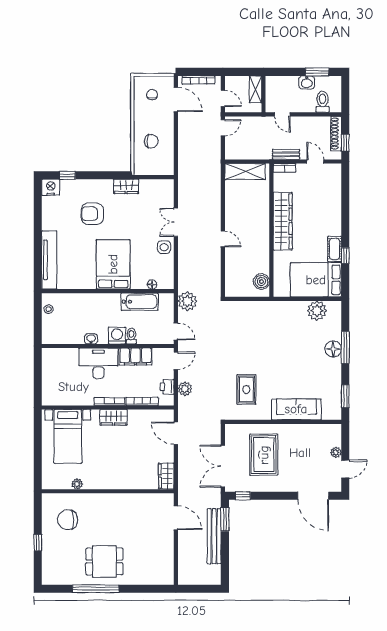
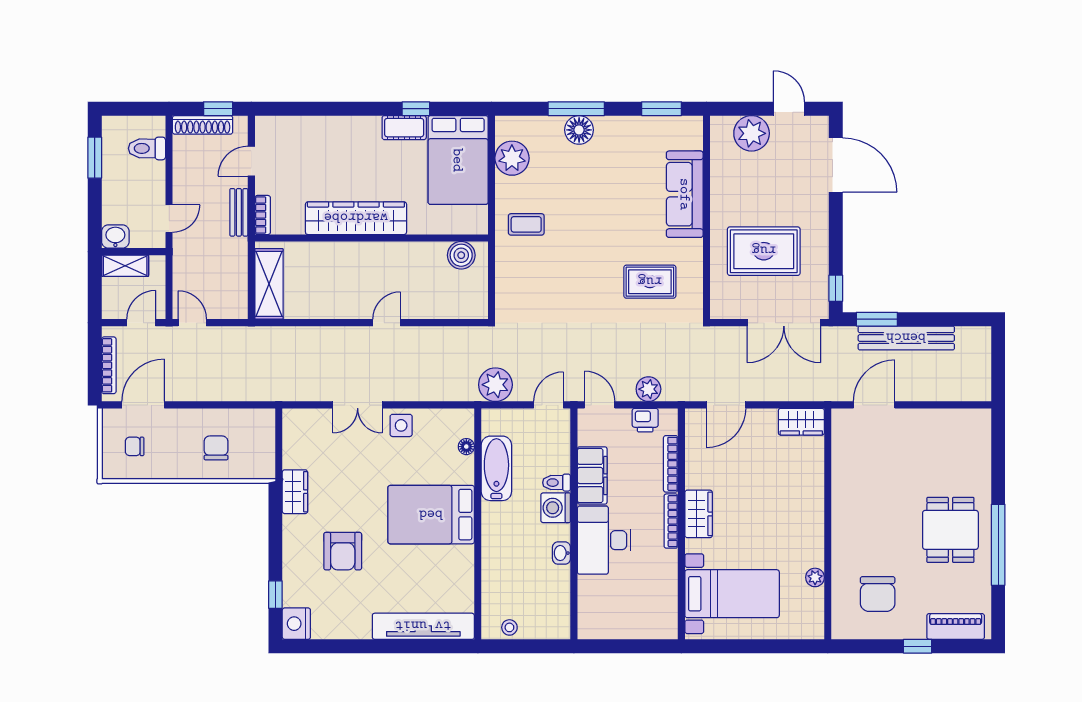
washbasin: (307, 82) -> (115, 237), moved, turned -90
coffee table: (279, 319) -> (526, 224), added
plant: (336, 452) -> (752, 133), width x1.88, depth x1.88
door: (313, 496) -> (836, 165), hinge flipped
piano: (49, 564) -> (956, 626), added

